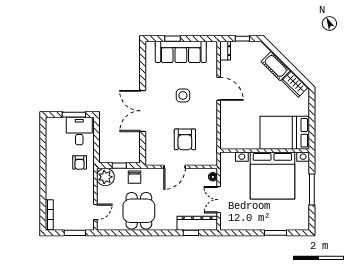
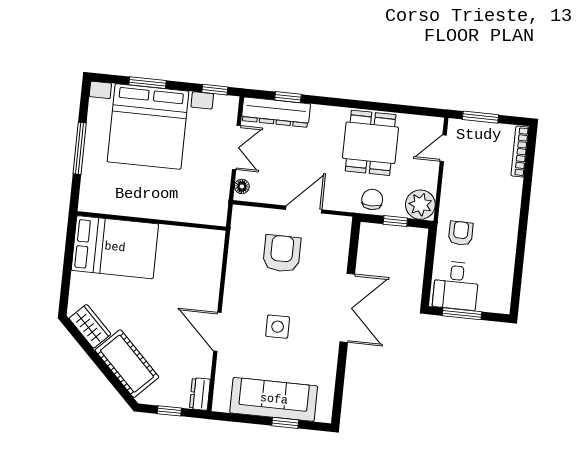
cot: (276, 66) -> (127, 364), width x1.37, depth x1.34
bed with nightstands: (272, 176) -> (148, 127), moved, turned 180
window: (235, 233) -> (215, 90), added

